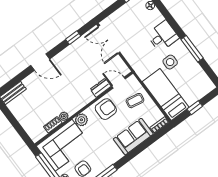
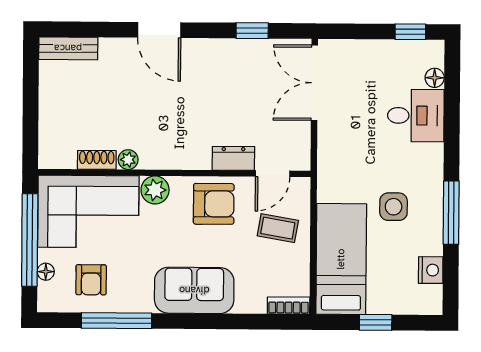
desk: (163, 36) -> (416, 116), moved
nightstand: (200, 75) -> (431, 270), added
door: (119, 83) -> (273, 174), swing flipped
sofa: (133, 137) -> (194, 290), moved

